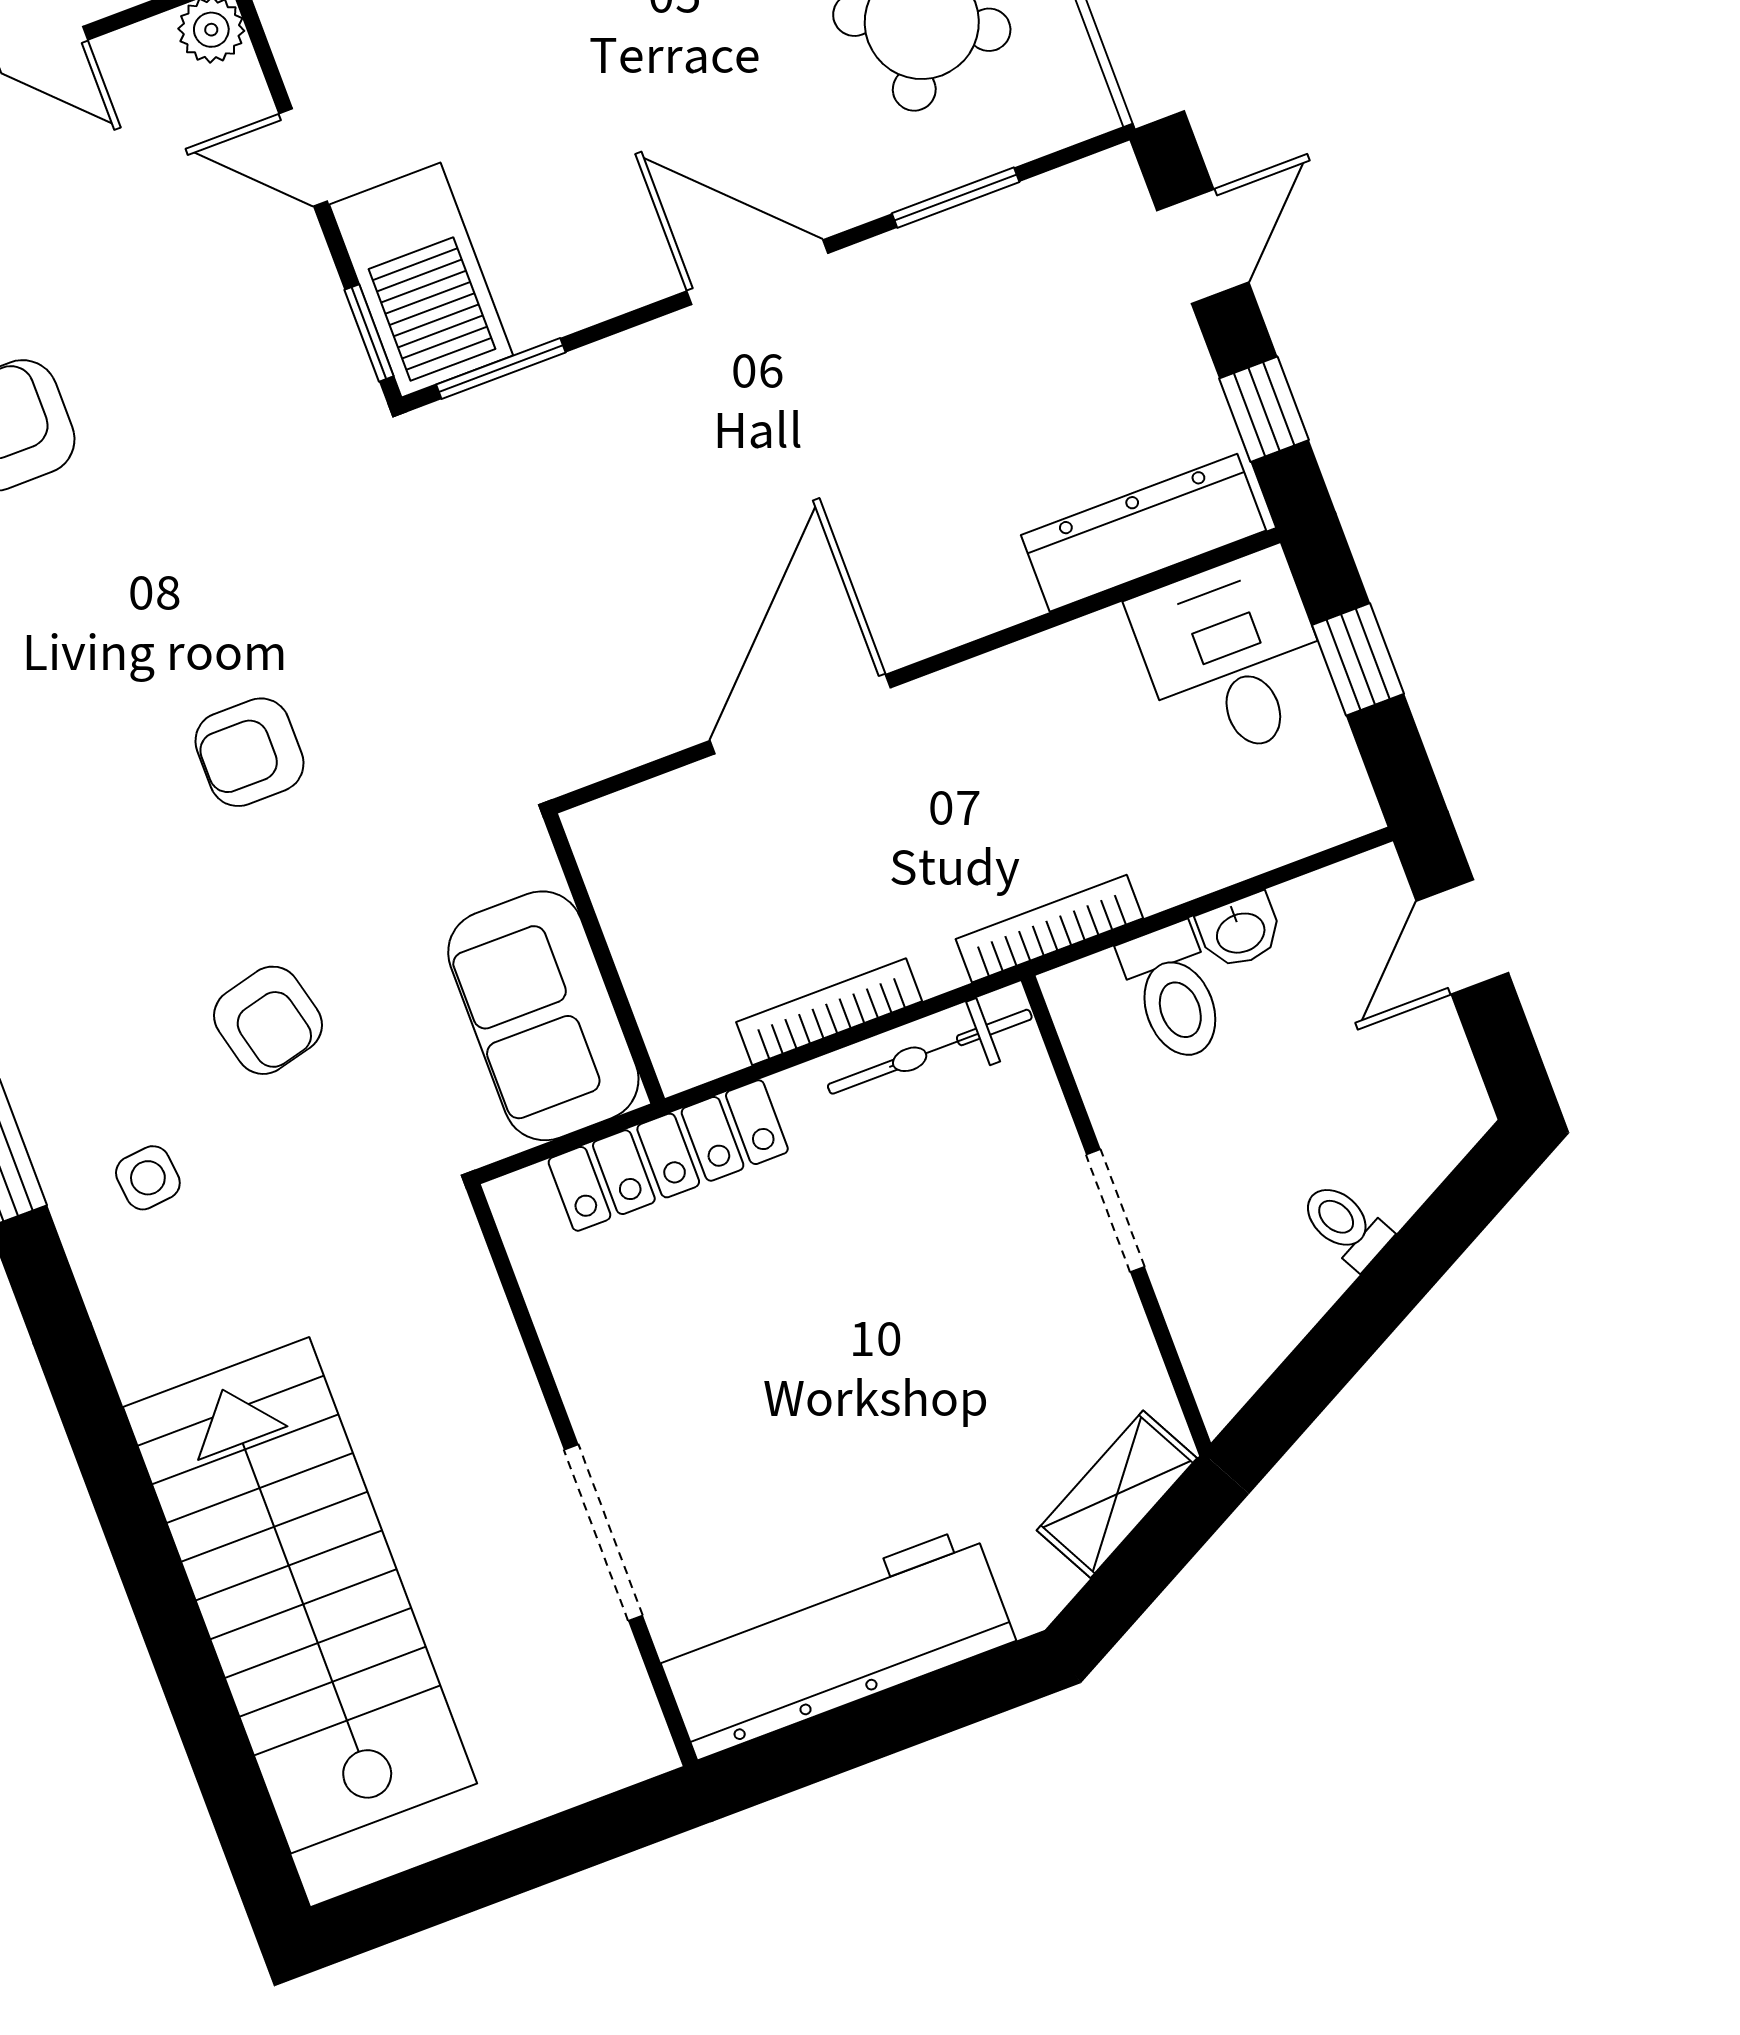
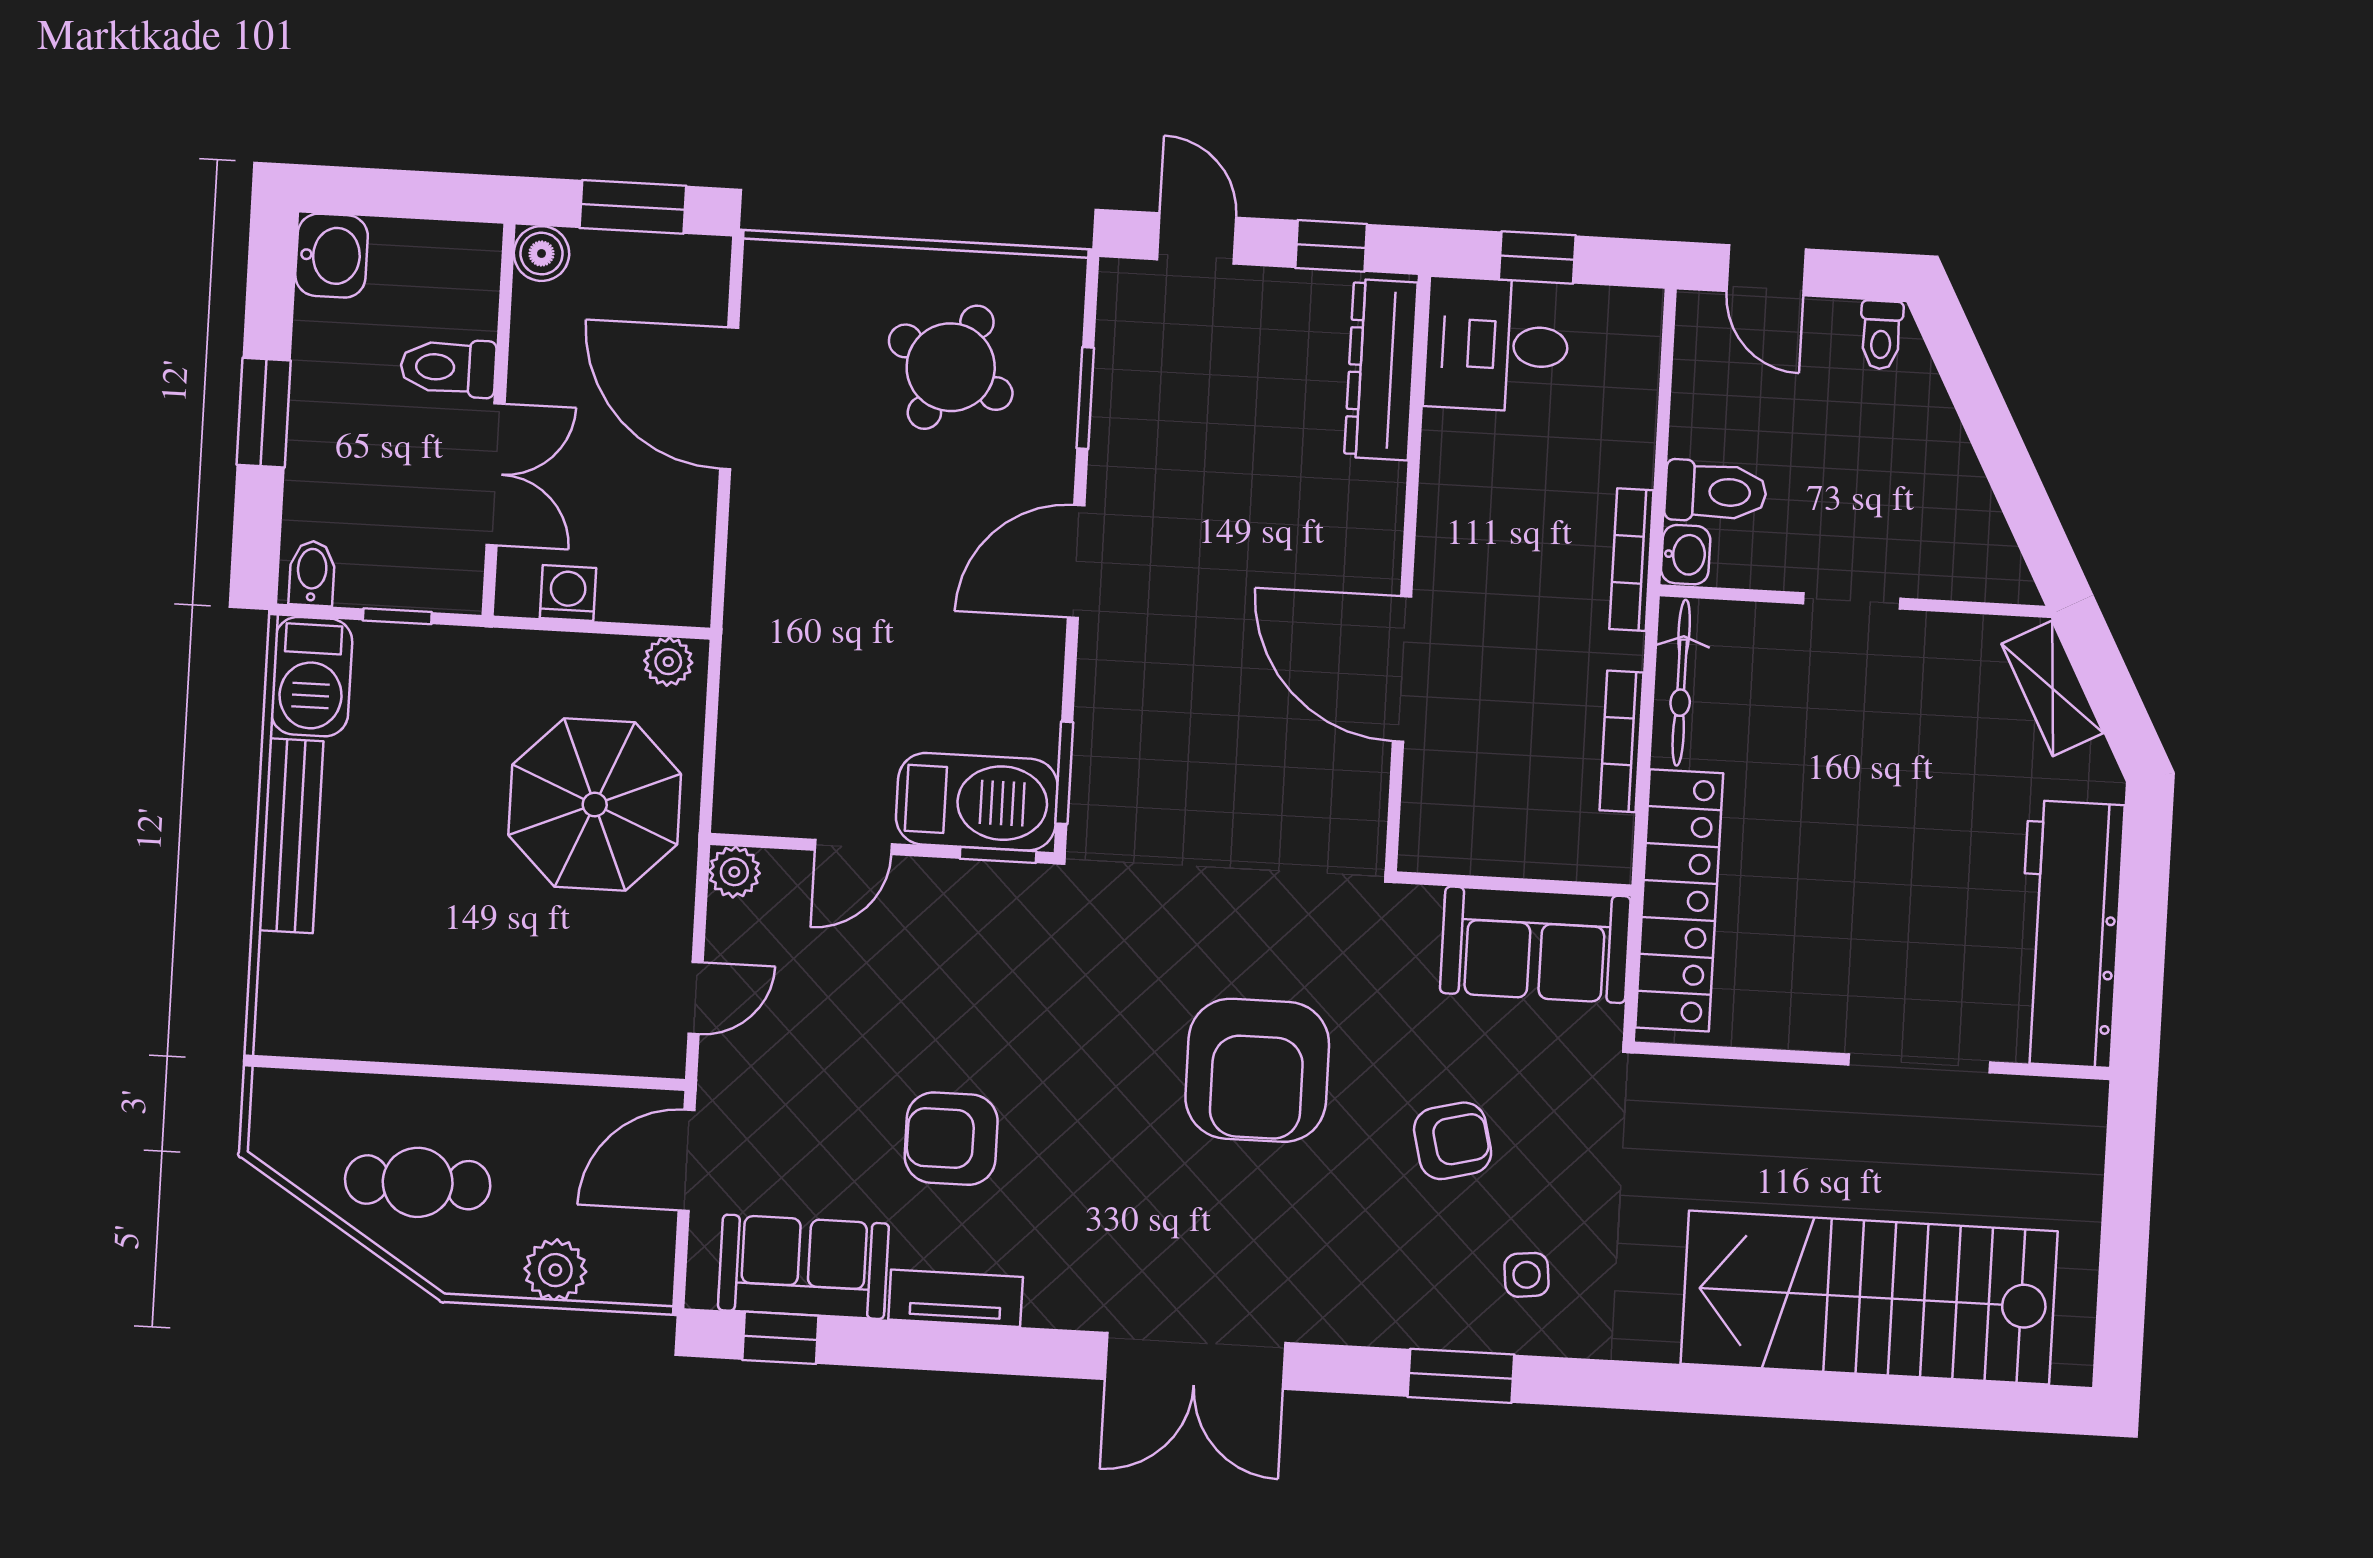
armchair: (249, 752) -> (1257, 1070), width x1.88, depth x1.88
washbasin: (1240, 931) -> (1686, 555), moved
locker: (668, 1155) -> (1679, 900), width x1.41, depth x1.21
toilet: (1345, 1225) -> (1881, 335), moved, turned -62

